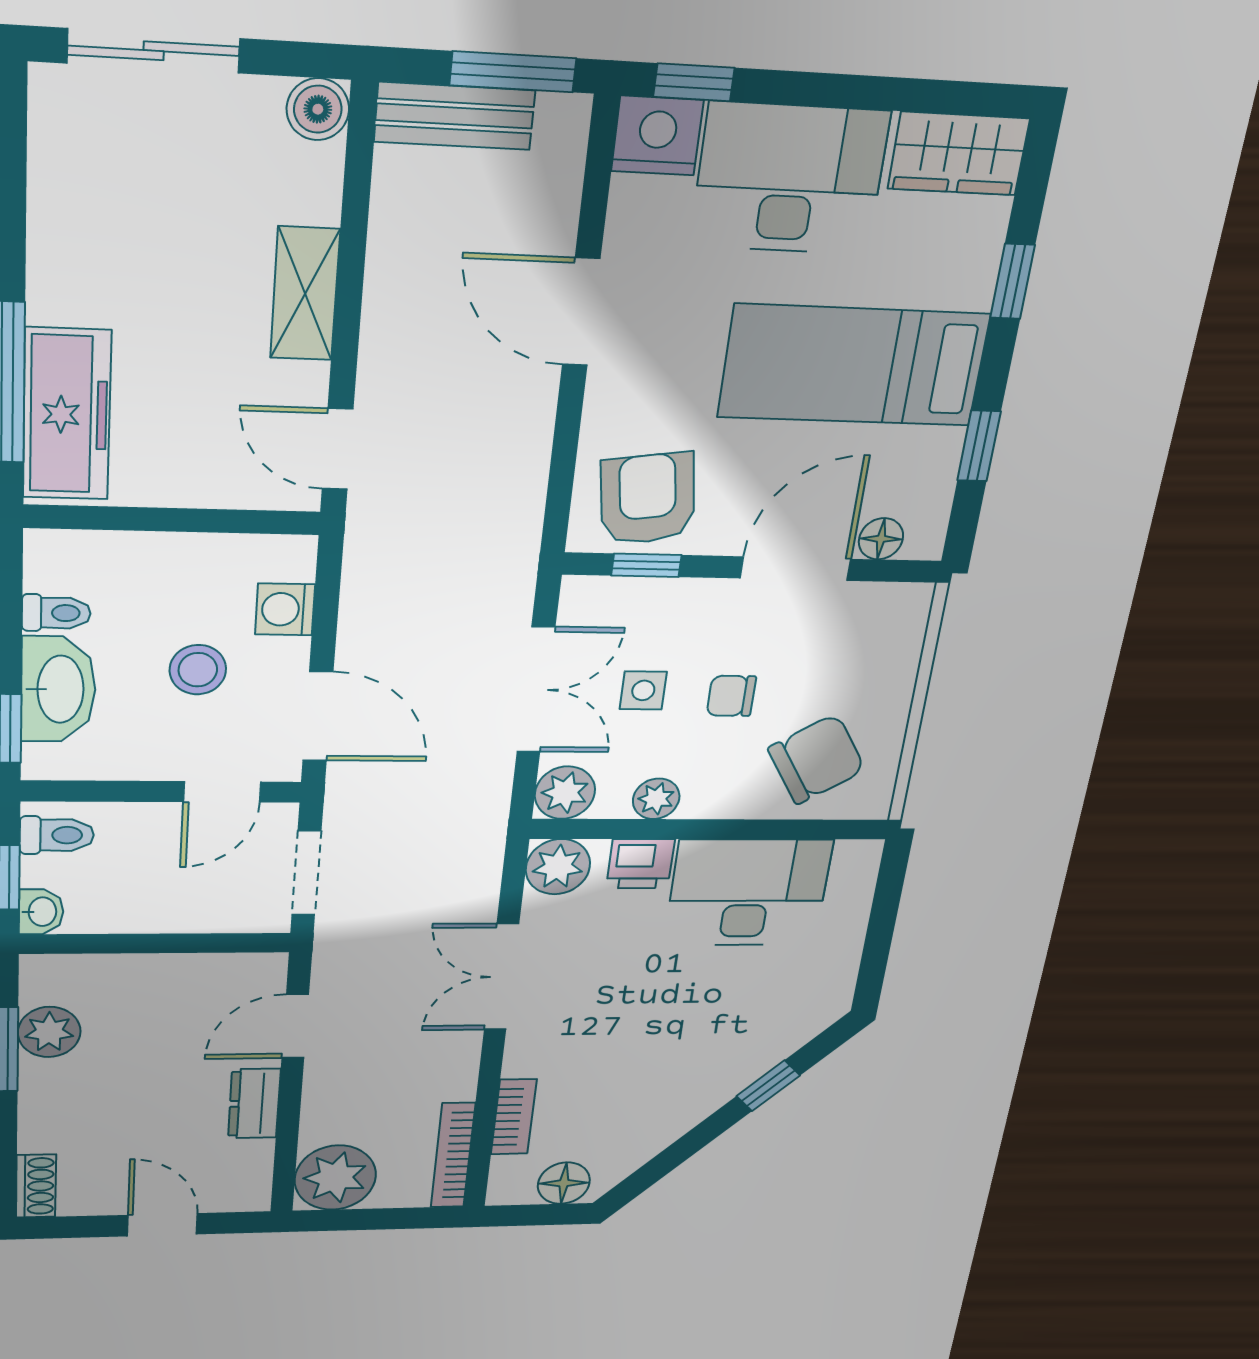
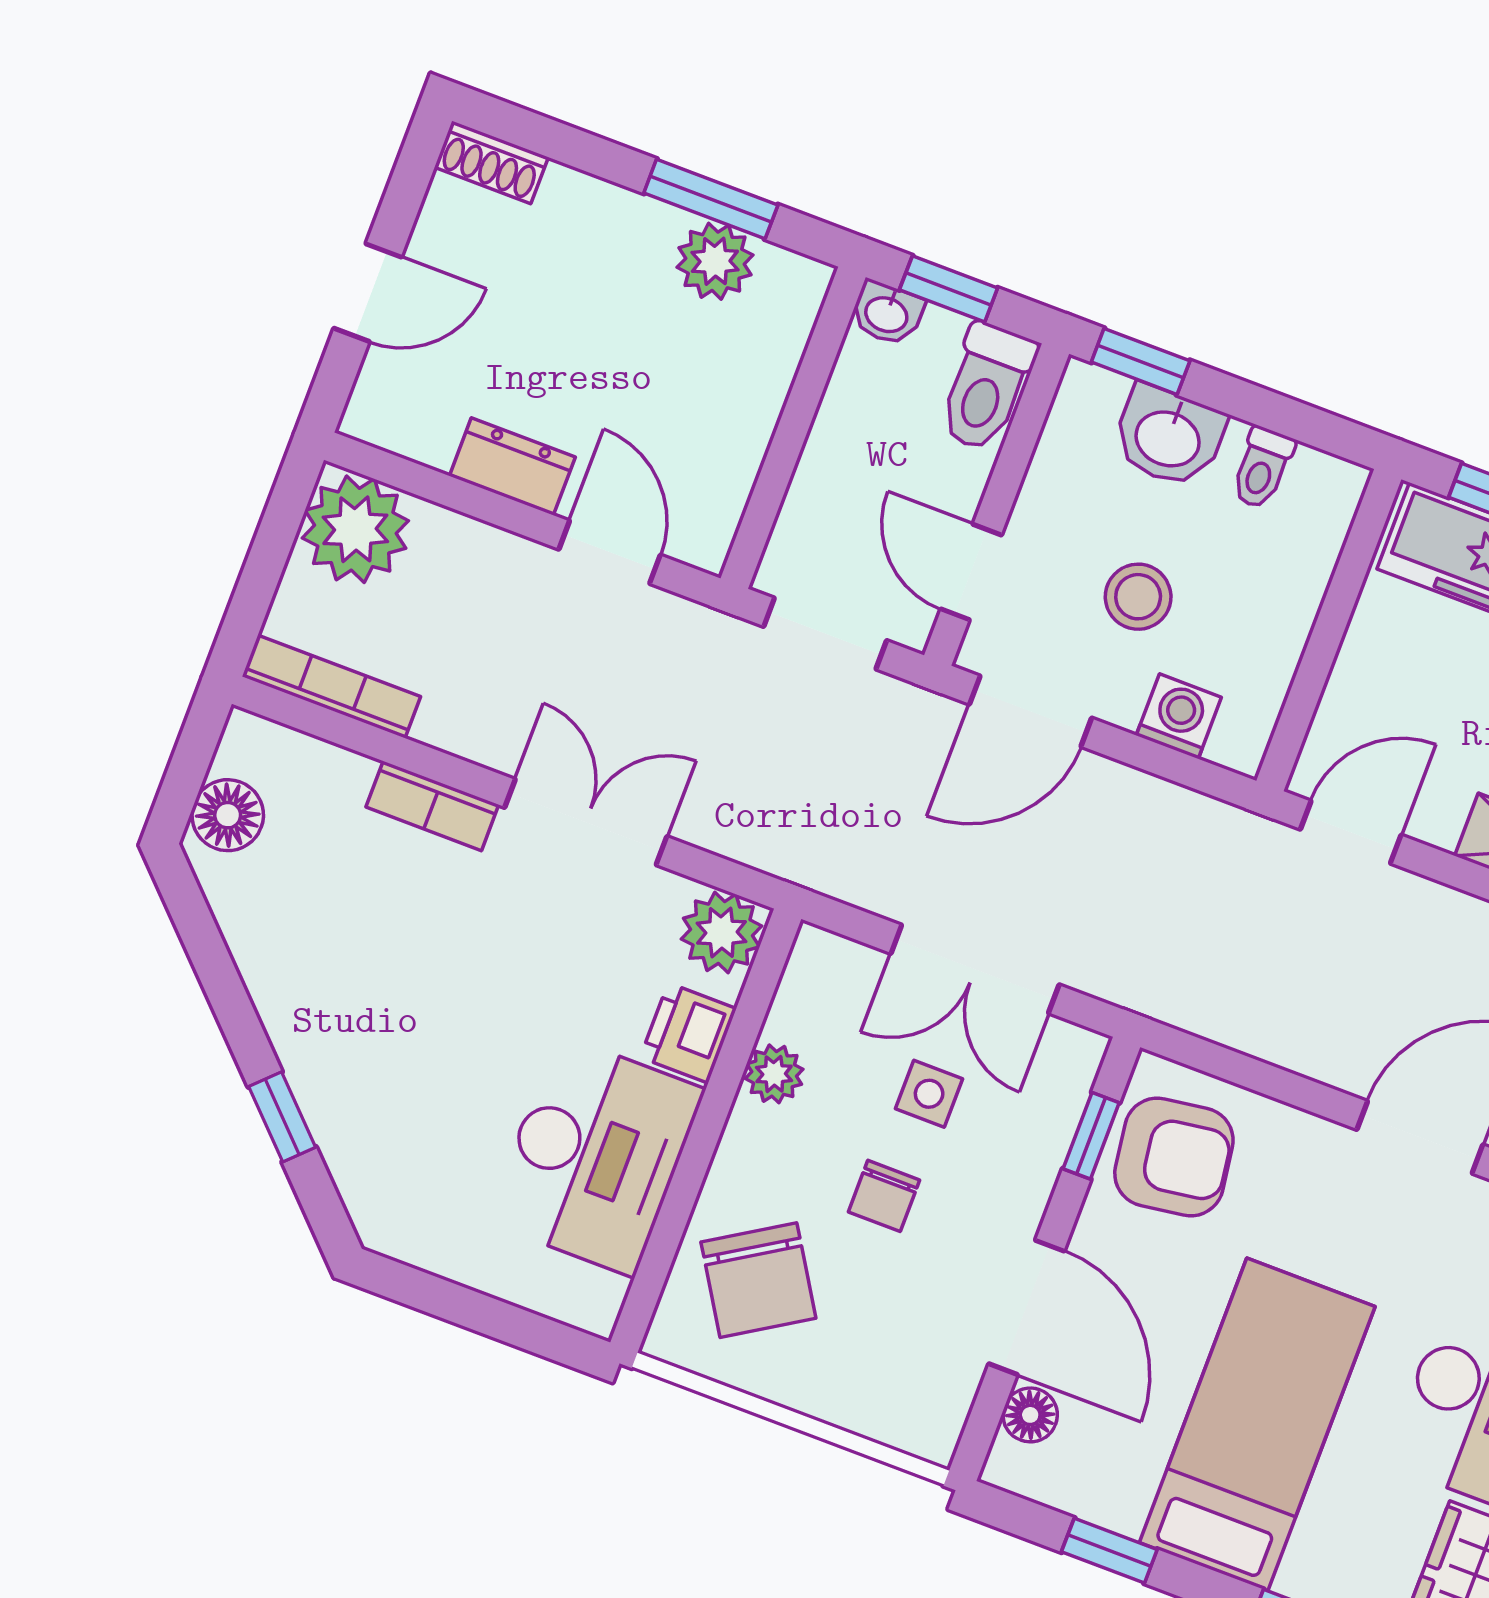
washbasin: (58, 689) -> (1168, 437), width x0.72
chair: (731, 696) -> (884, 1196), turned 180
plant: (565, 793) -> (823, 967), removed
toilet: (57, 835) -> (986, 387), width x1.37, depth x1.39
bookcase: (514, 1117) -> (432, 806), moved

